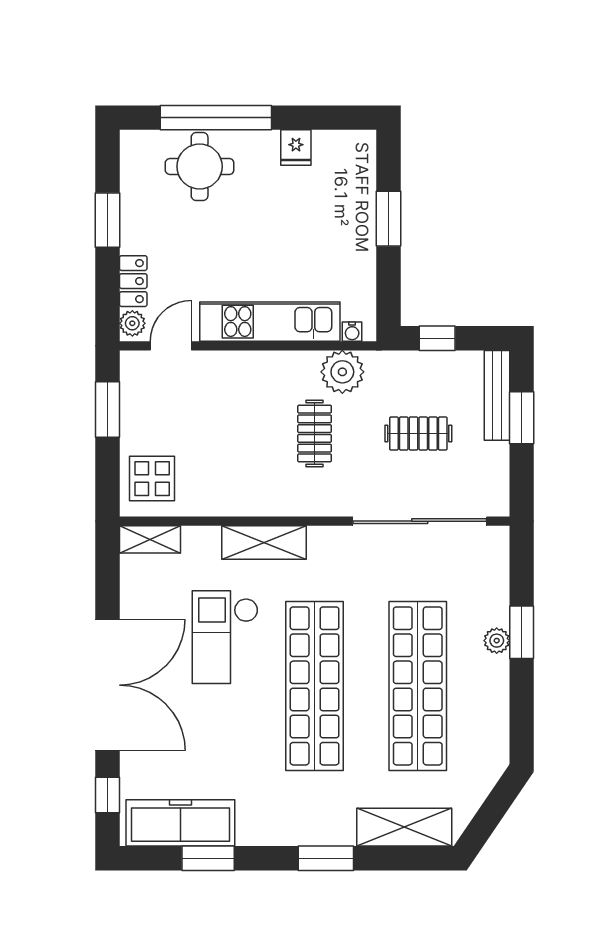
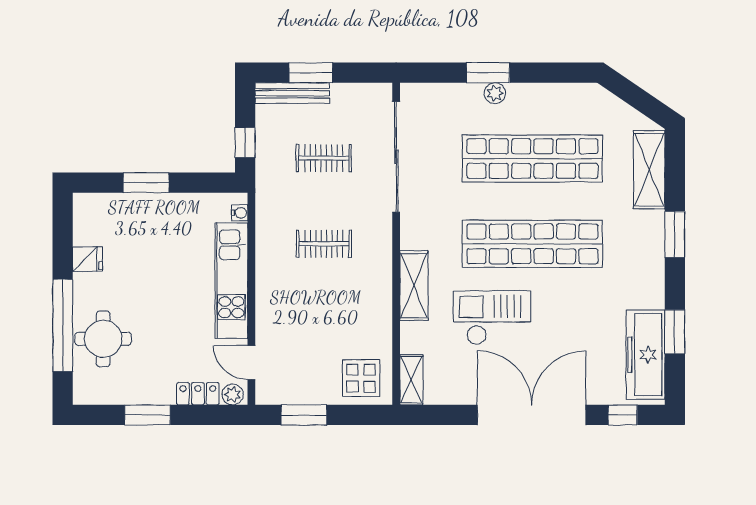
plant: (342, 372) -> (273, 221), removed
clothes rail: (418, 433) -> (324, 158), turned 90
checkout: (225, 637) -> (492, 318), turned 180

